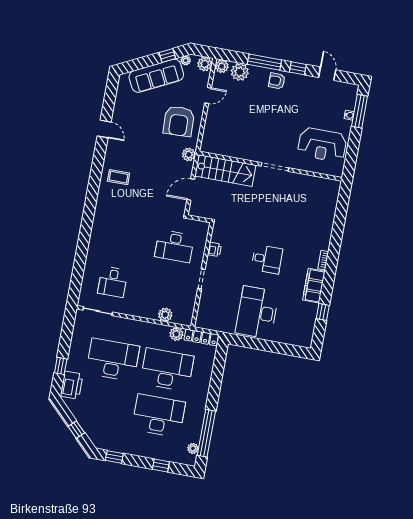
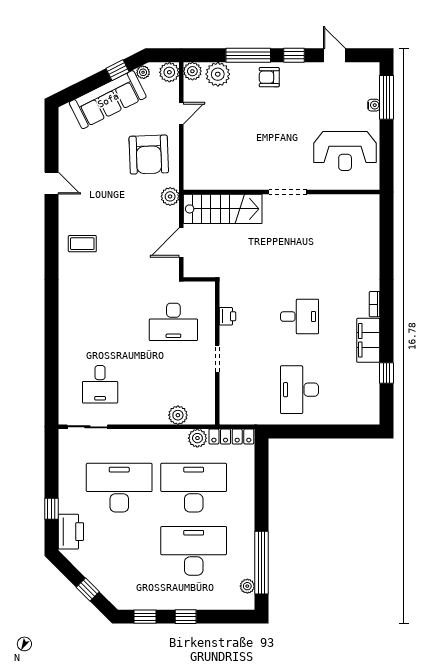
desk: (257, 312) -> (300, 390), width x0.73, depth x0.77
window: (161, 466) -> (186, 617), moved

